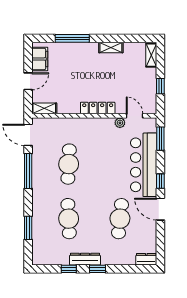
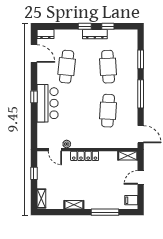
filing cabinet: (40, 59) -> (131, 200), width x0.50
window: (160, 139) -> (34, 131), removed
bar counter: (144, 165) -> (48, 103), width x0.73
window: (28, 171) -> (141, 94), moved
door: (160, 209) -> (34, 54), moved

